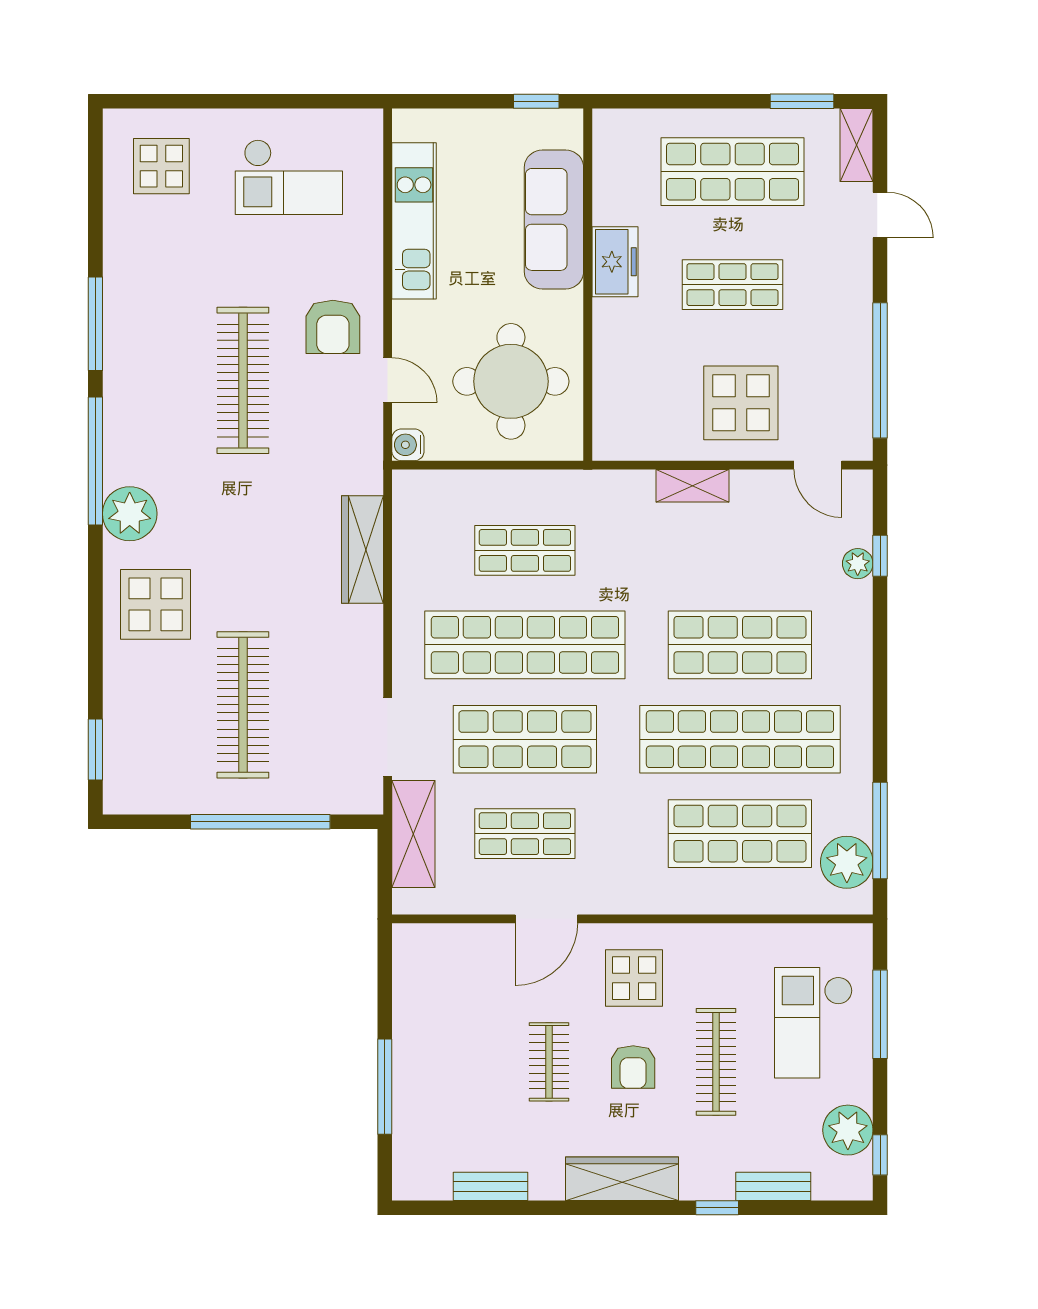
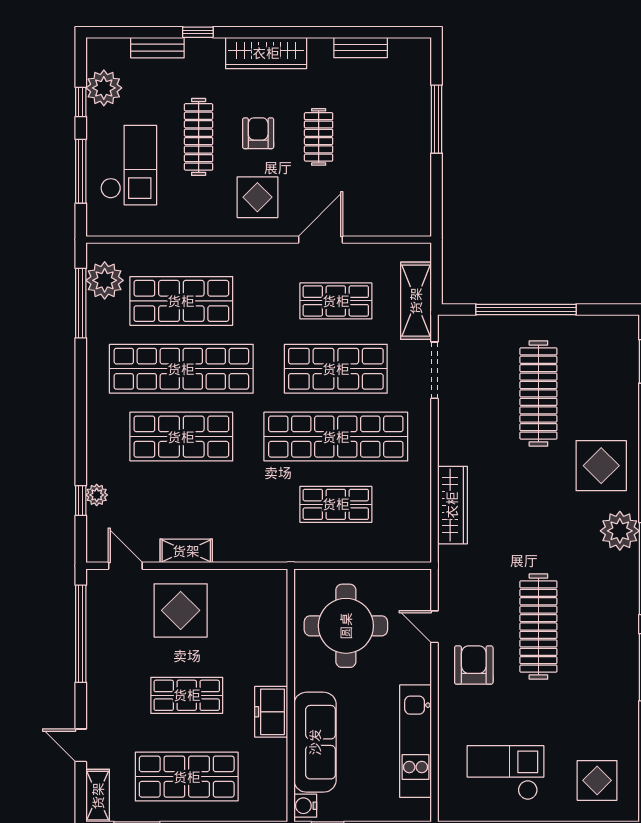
water cooler: (408, 445) -> (305, 806), moved, turned 180
shelving: (693, 486) -> (186, 551), moved
window: (880, 1155) -> (81, 102), moved

